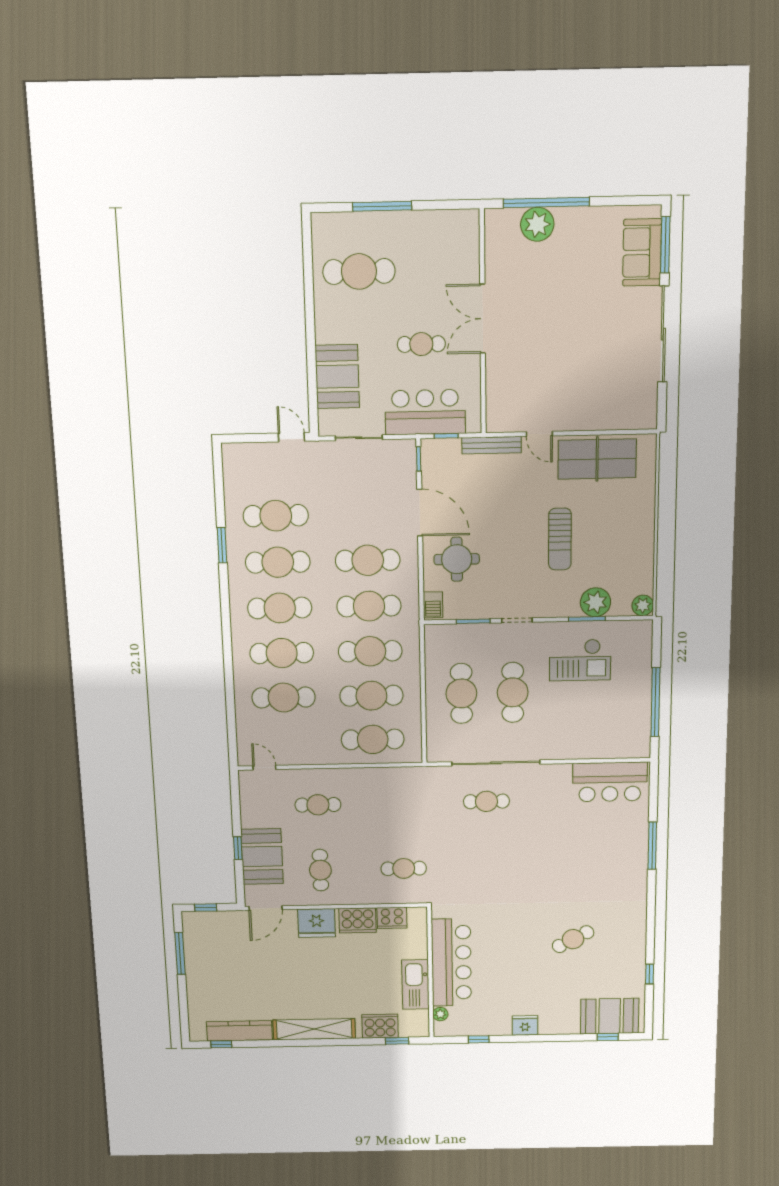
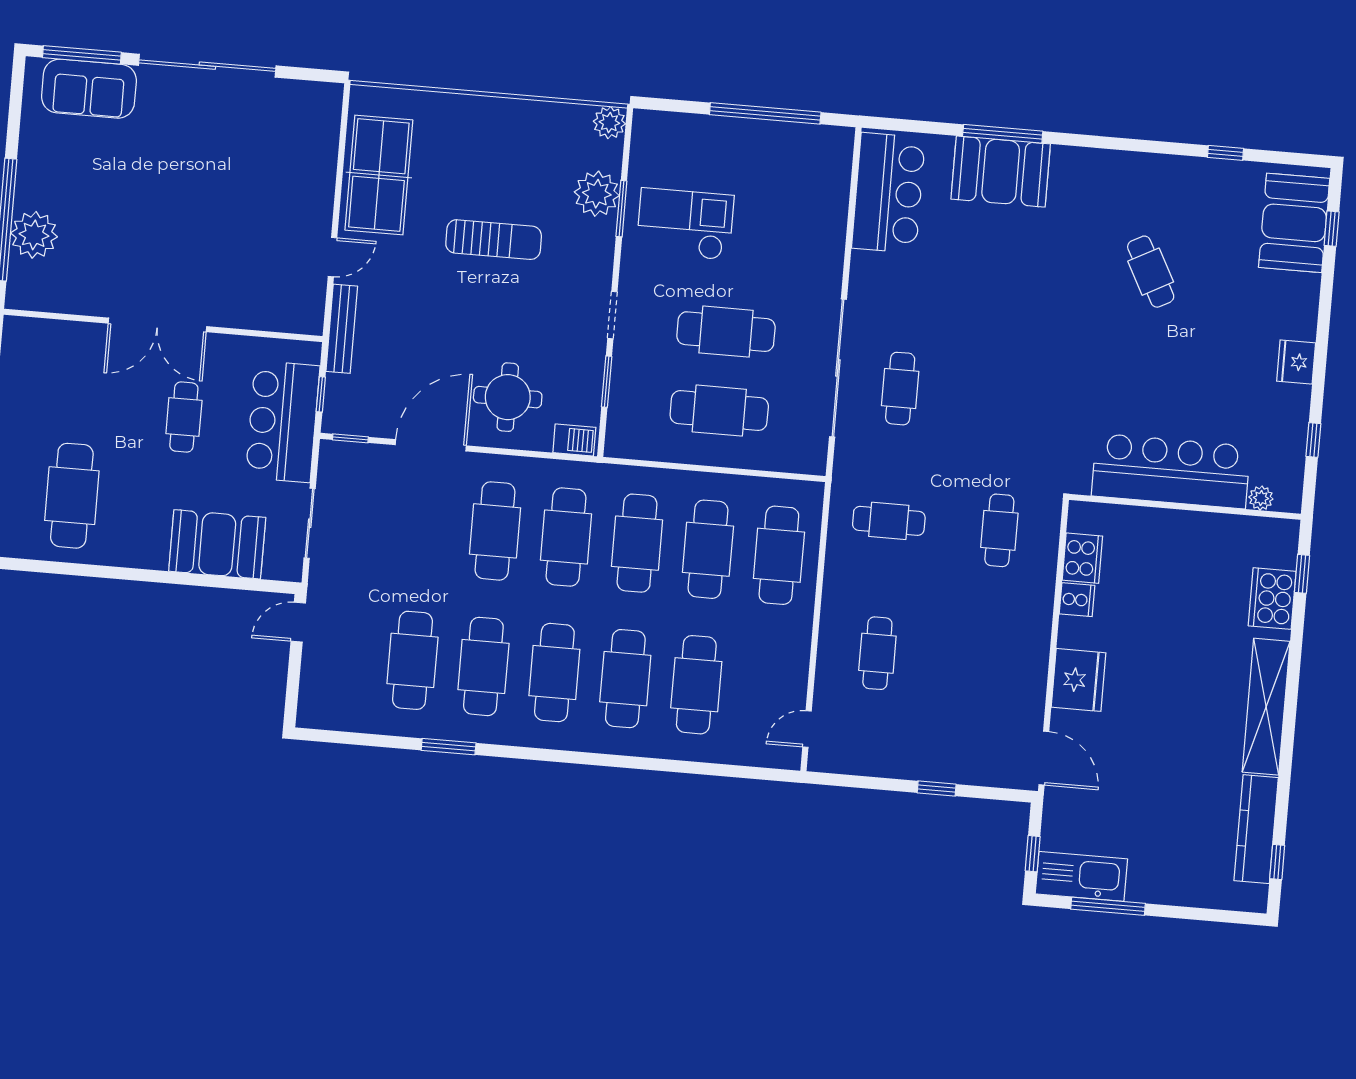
checkout: (580, 660) -> (685, 224), turned -90
booth: (262, 856) -> (1001, 172), moved
cafe table: (320, 870) -> (889, 521), moved
cooker: (358, 920) -> (1077, 600), width x0.53, depth x0.76
kitchen sink: (415, 984) -> (1081, 876), moved, turned 180

